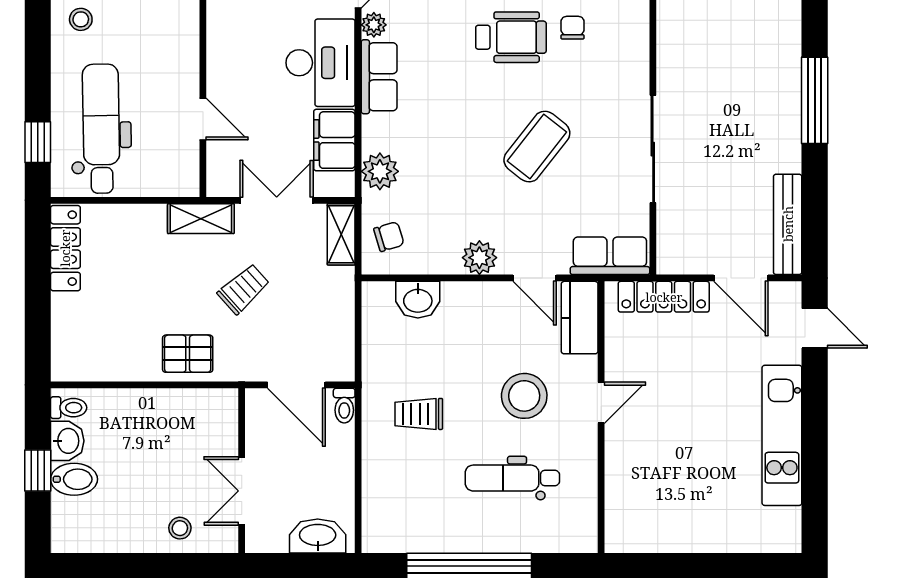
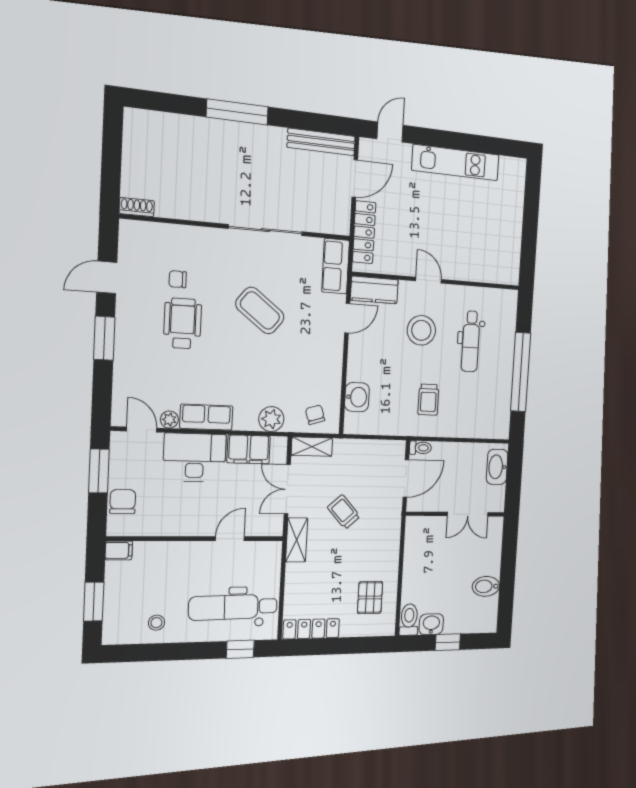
plant: (479, 258) -> (332, 354), removed
pallet: (188, 354) -> (370, 597), moved
toilet: (69, 408) -> (409, 620), width x1.37, depth x1.39
bidet: (74, 479) -> (486, 586), moved, turned -90
stool: (180, 528) -> (487, 553), removed

